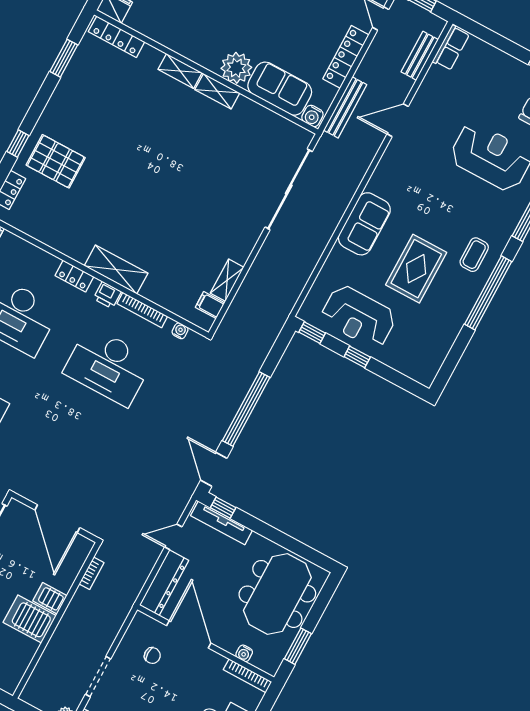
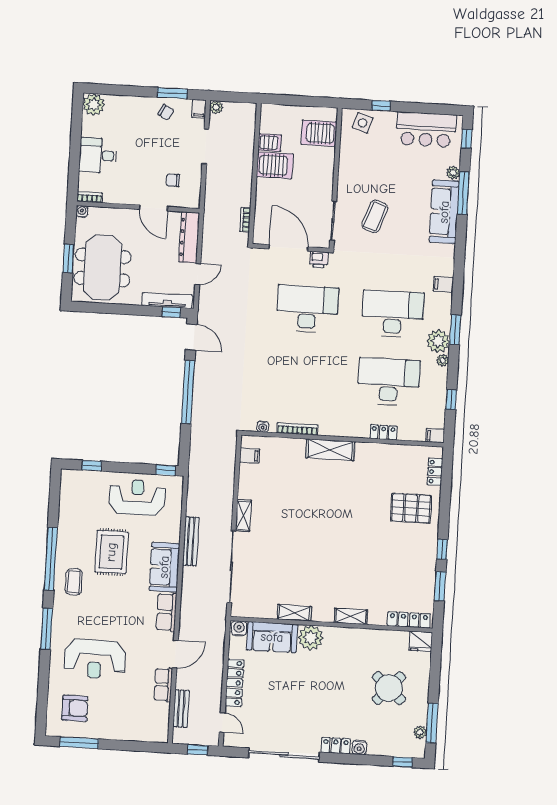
row of seats: (451, 48) -> (163, 685), moved
shelving: (217, 91) -> (294, 613), moved
bench: (345, 107) -> (191, 541), moved
window: (18, 143) -> (442, 549), moved
row of seats: (385, 172) -> (167, 612), added
locker: (74, 276) -> (383, 432), moved
shelving: (227, 280) -> (243, 515), moved
printer: (107, 295) -> (319, 260), moved, turned 180
window: (357, 357) -> (92, 466), moved
desk: (108, 366) -> (307, 309), moved
server rack: (50, 598) -> (270, 143), moved
door: (189, 634) -> (154, 208), width x0.73
window: (298, 646) -> (69, 258), moved
water cooler: (244, 653) -> (82, 211), moved
bookcase: (248, 676) -> (90, 197), width x0.64

